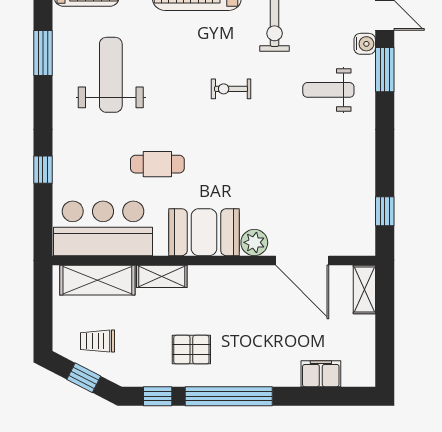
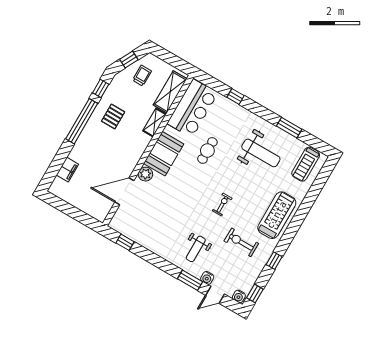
weight bench: (328, 90) -> (196, 249), turned 180
shelving: (364, 289) -> (94, 212), removed

